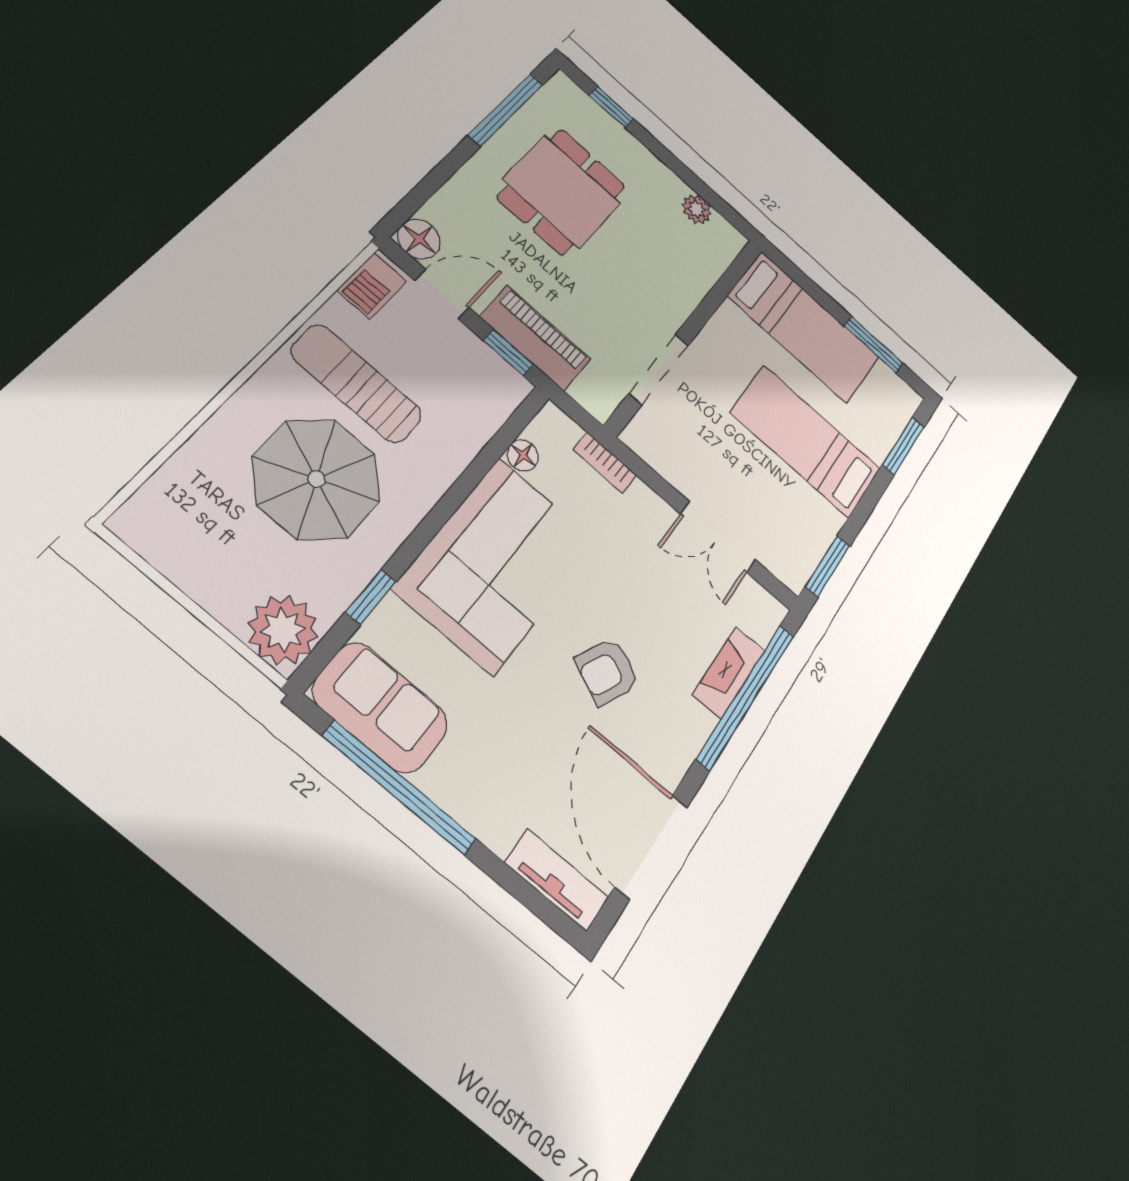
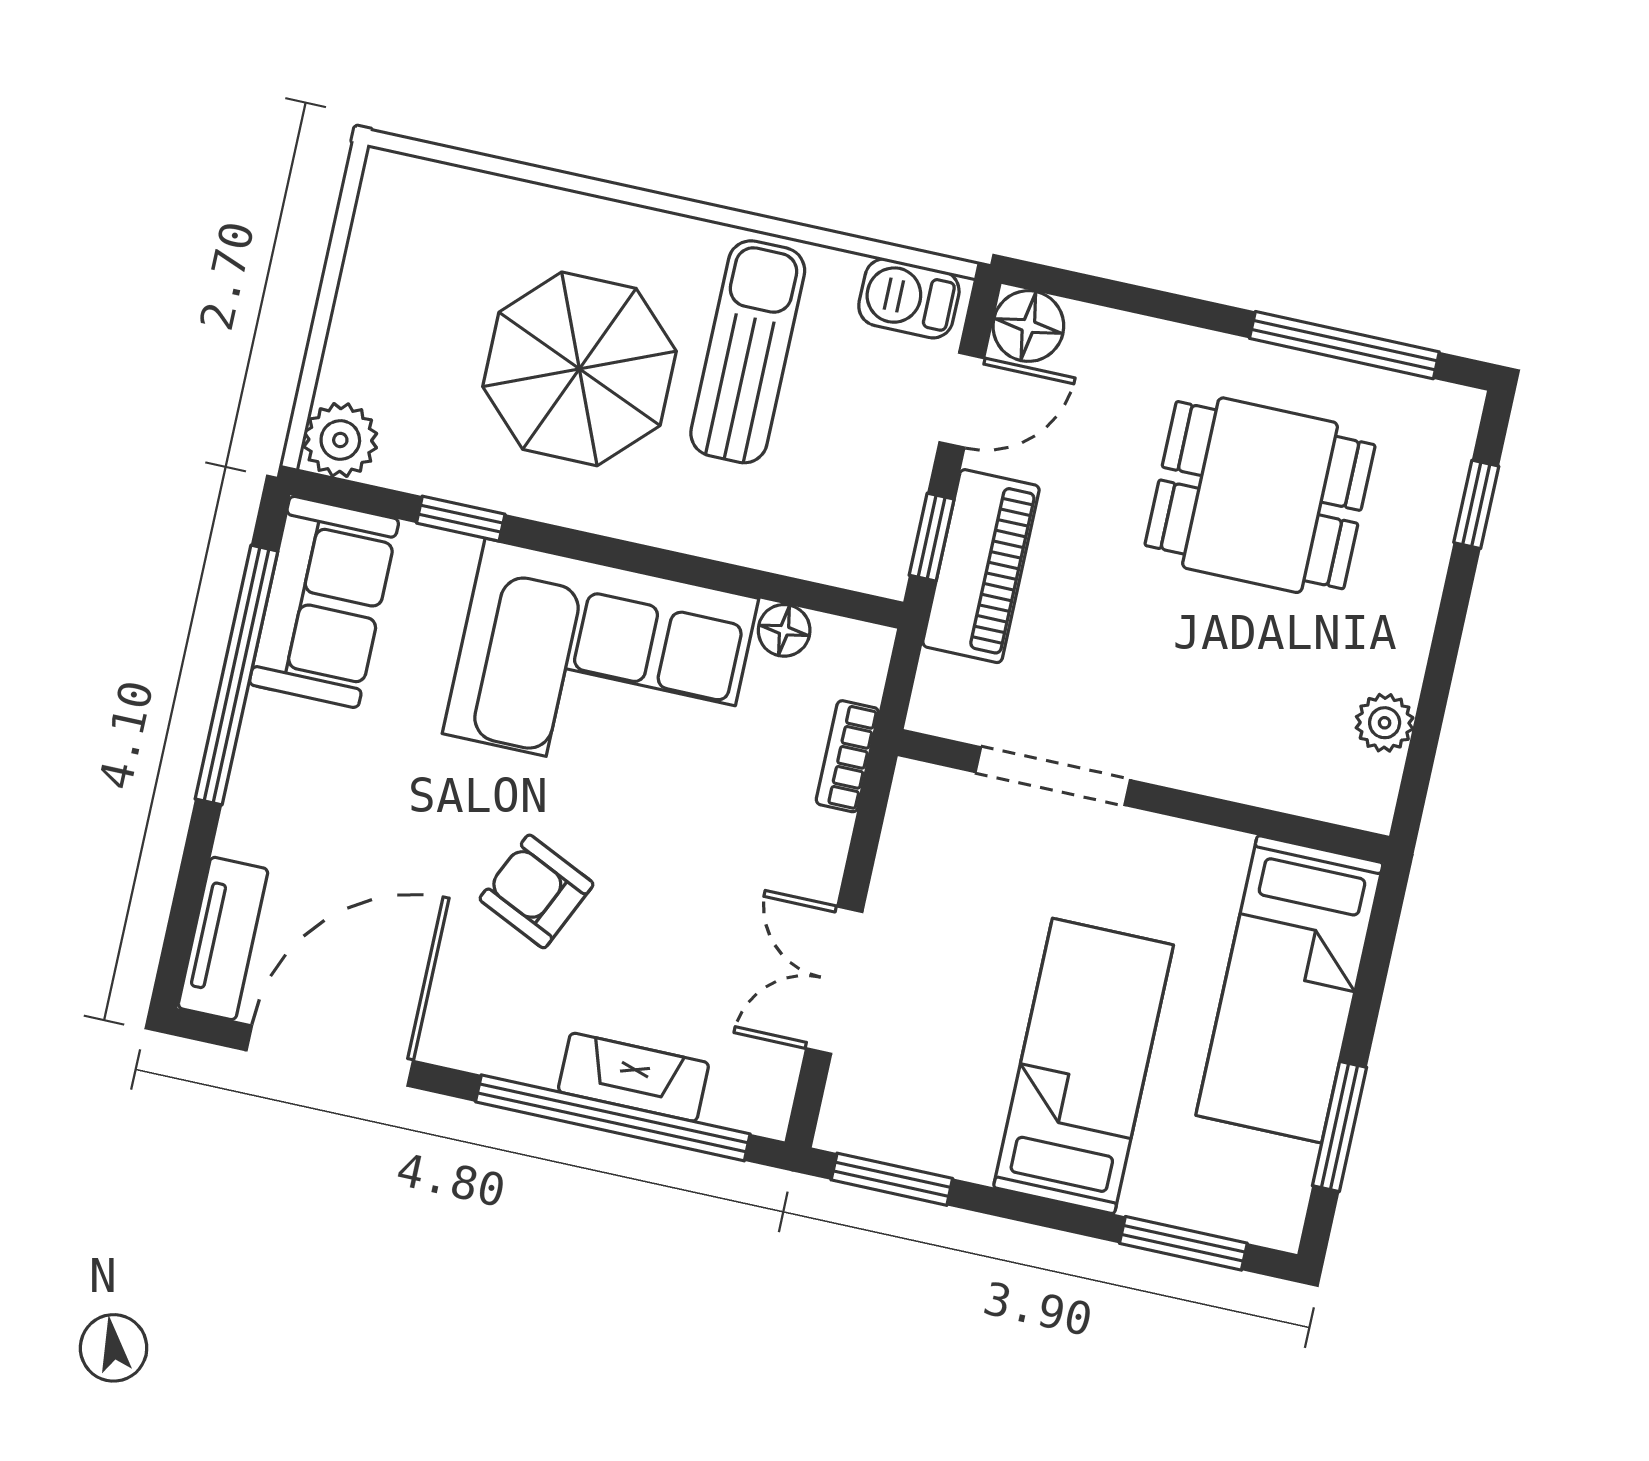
door: (442, 294) -> (962, 400), hinge flipped
plant: (283, 630) -> (340, 440), width x0.73, depth x0.73

